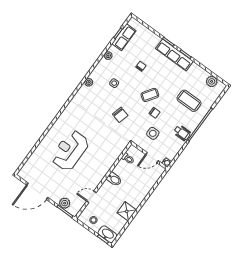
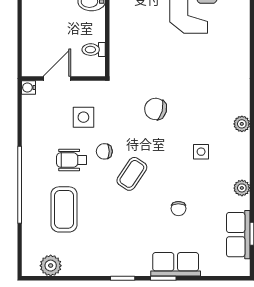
row of seats: (174, 55) -> (176, 264), moved, width x0.68
coffee table: (189, 101) -> (64, 209), turned 90
wheelchair: (182, 133) -> (72, 160), moved

